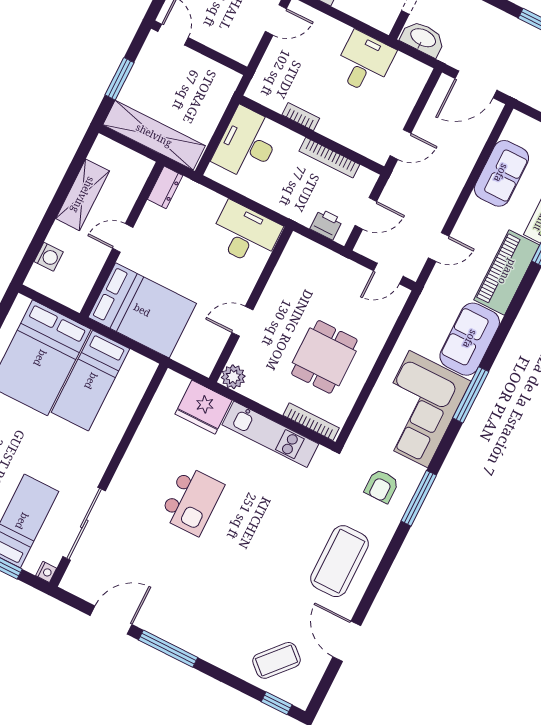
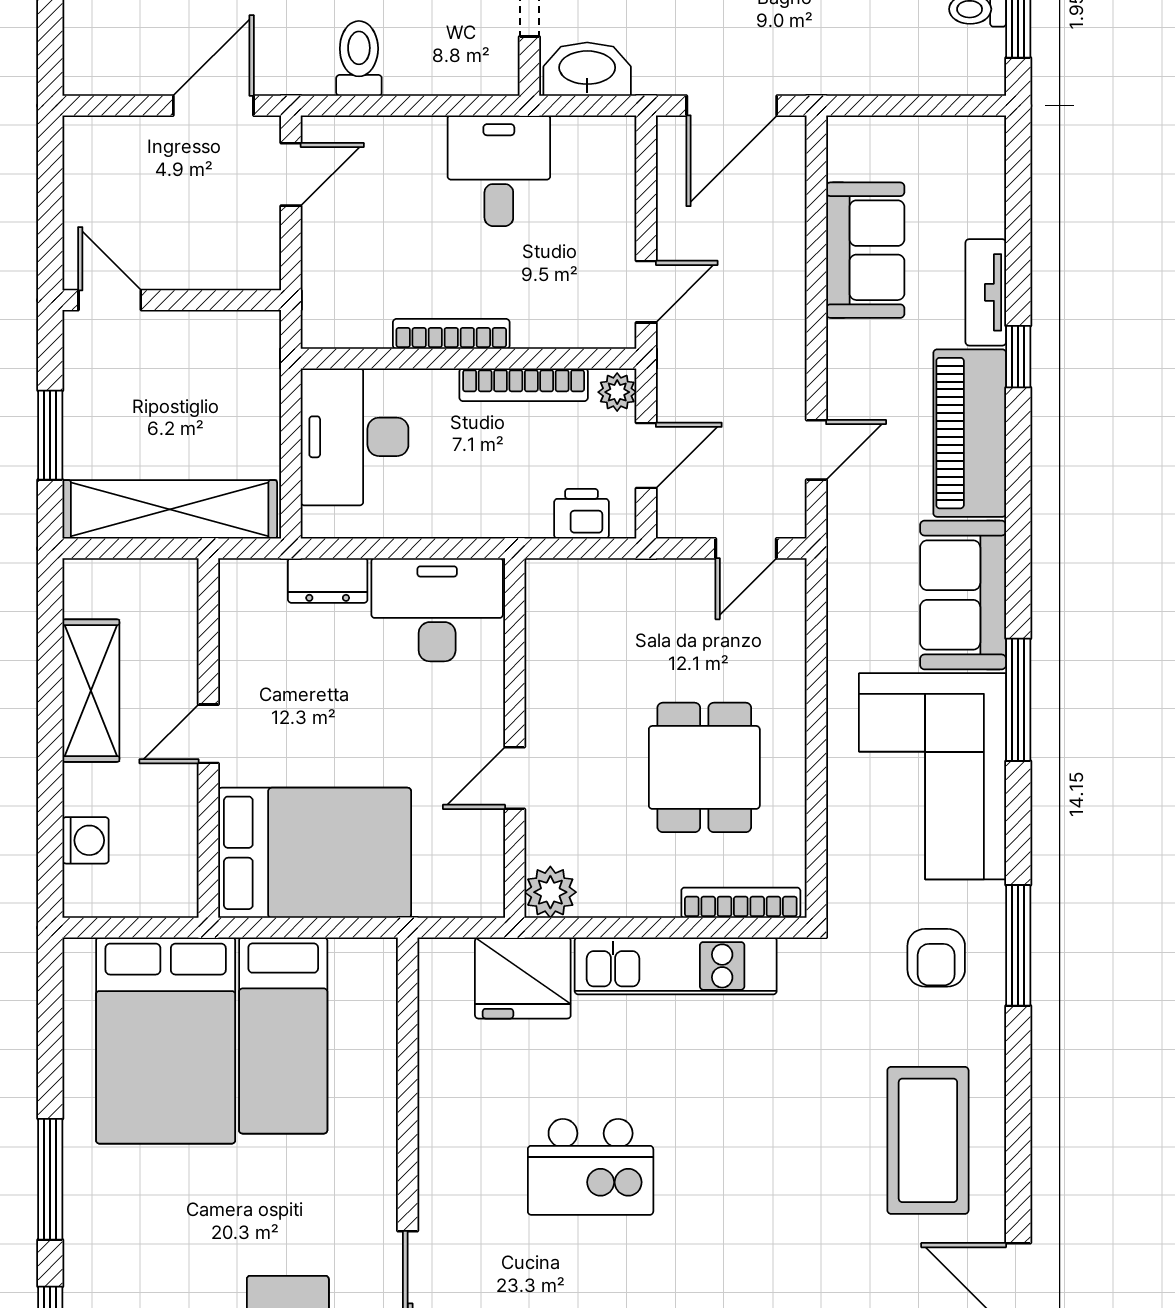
bookcase: (301, 117) -> (451, 334), width x1.56
plant: (367, 181) -> (617, 392), added
dresser: (165, 187) -> (328, 580), moved, turned 90
kitchen island: (192, 501) -> (591, 1167), turned 90

